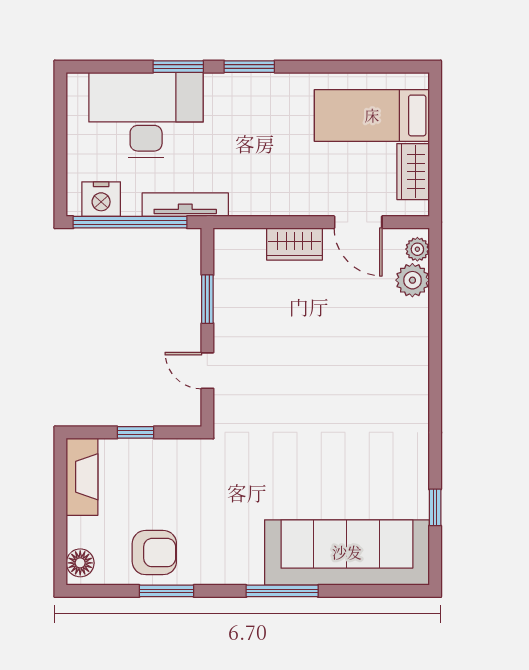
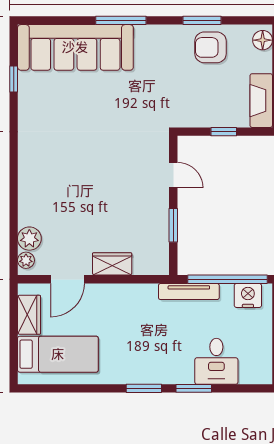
desk: (146, 115) -> (216, 361), width x0.53, depth x0.77
door: (358, 222) -> (68, 279), swing flipped

